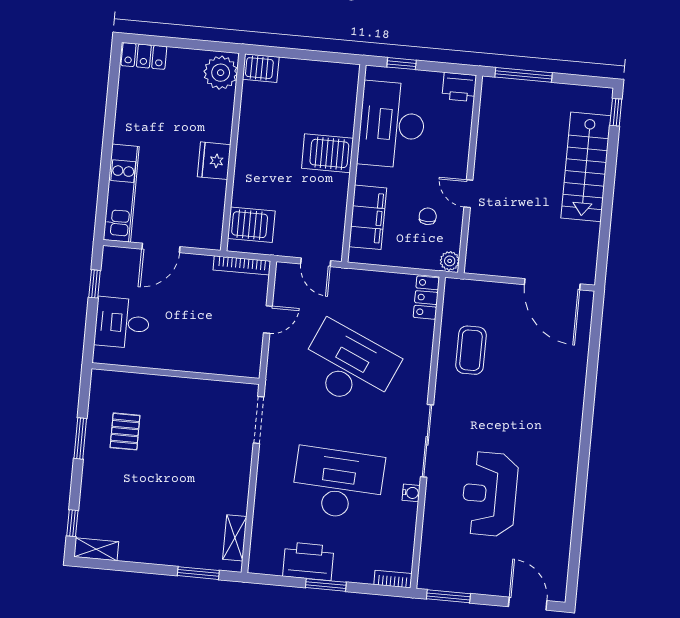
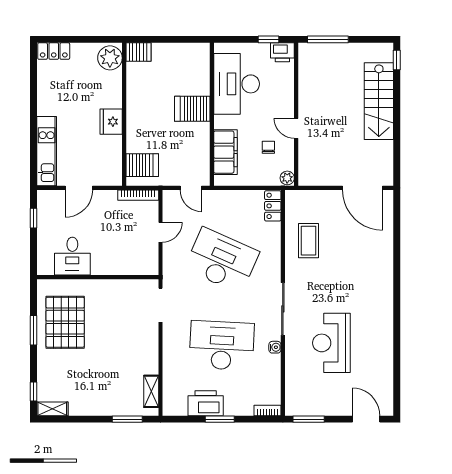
window: (402, 64) -> (269, 39), moved
desk: (122, 323) -> (72, 256), moved, turned -90
pallet: (125, 431) -> (65, 322), width x2.05, depth x2.00

